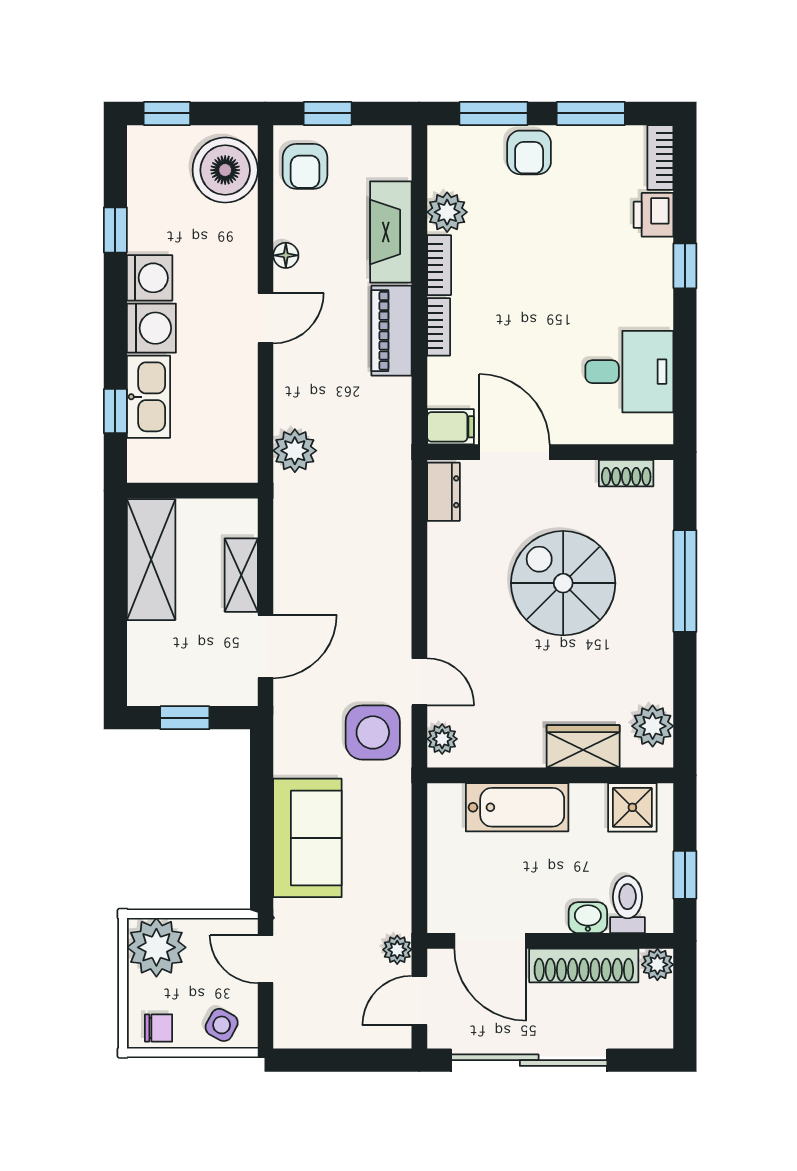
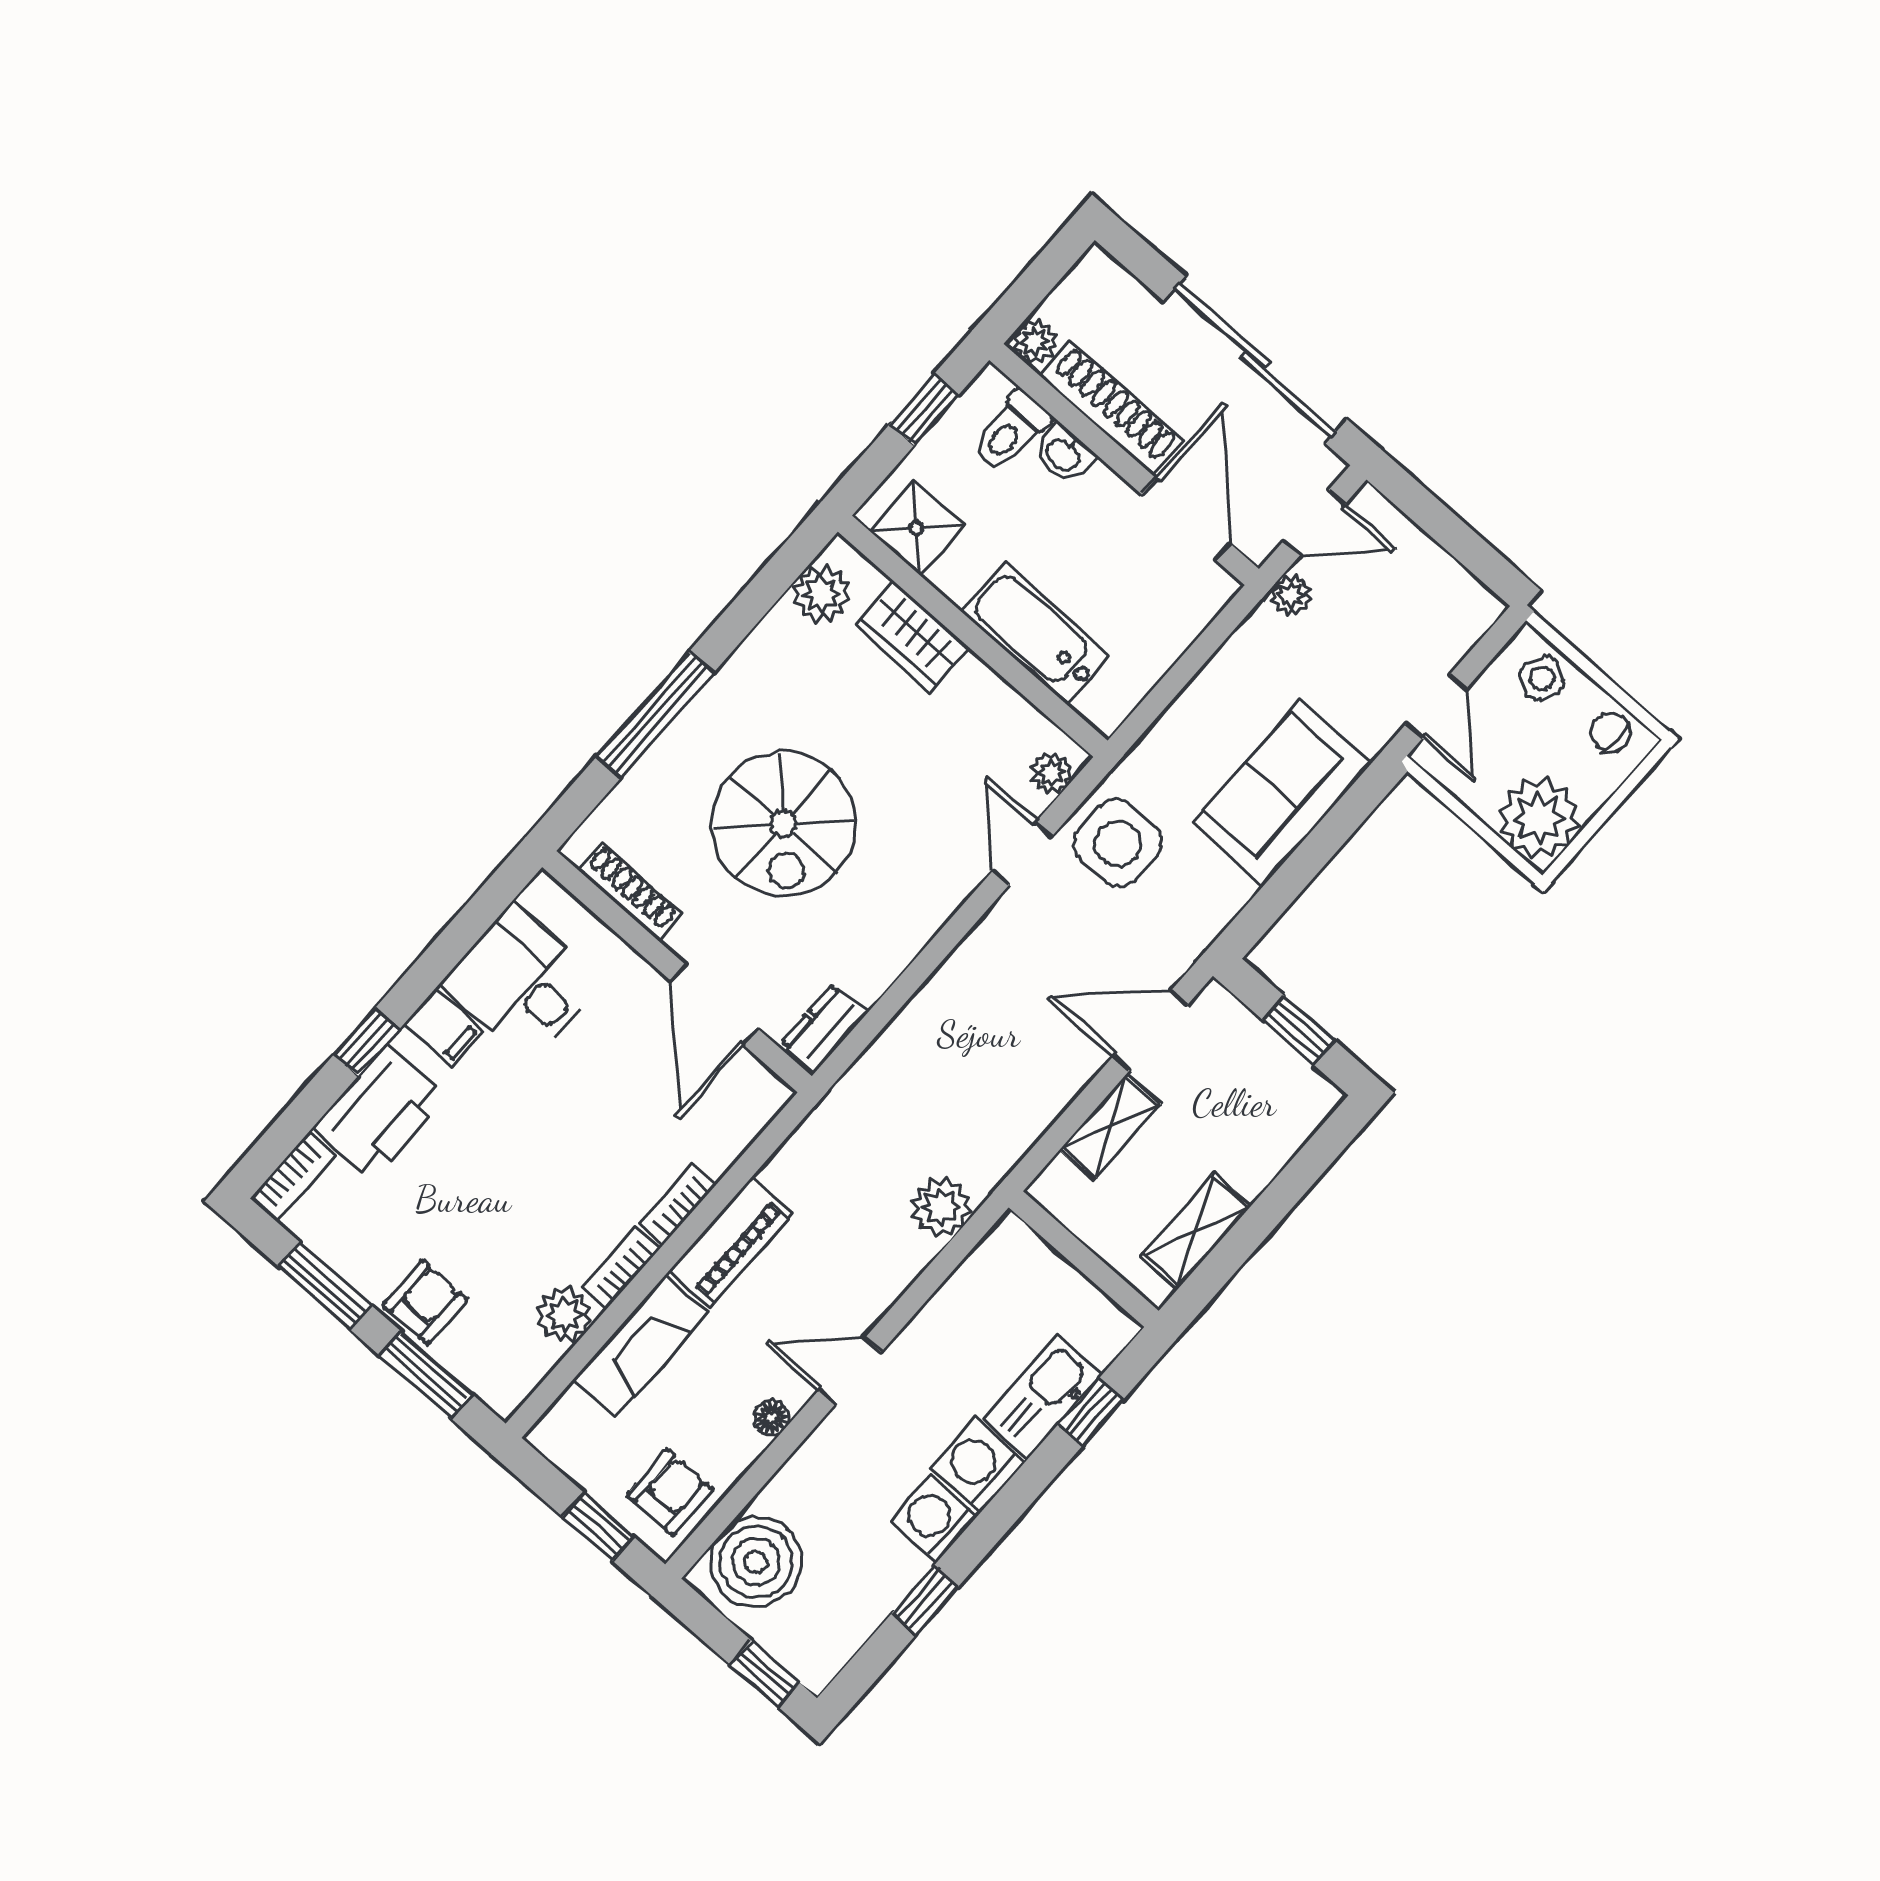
printer: (654, 215) -> (380, 1112), width x1.87, depth x1.48
filing cabinet: (451, 427) -> (444, 1028), moved, turned 180
shoe rack: (626, 473) -> (630, 891), width x1.43
shelving: (151, 560) -> (1196, 1231), width x0.67, depth x0.75

